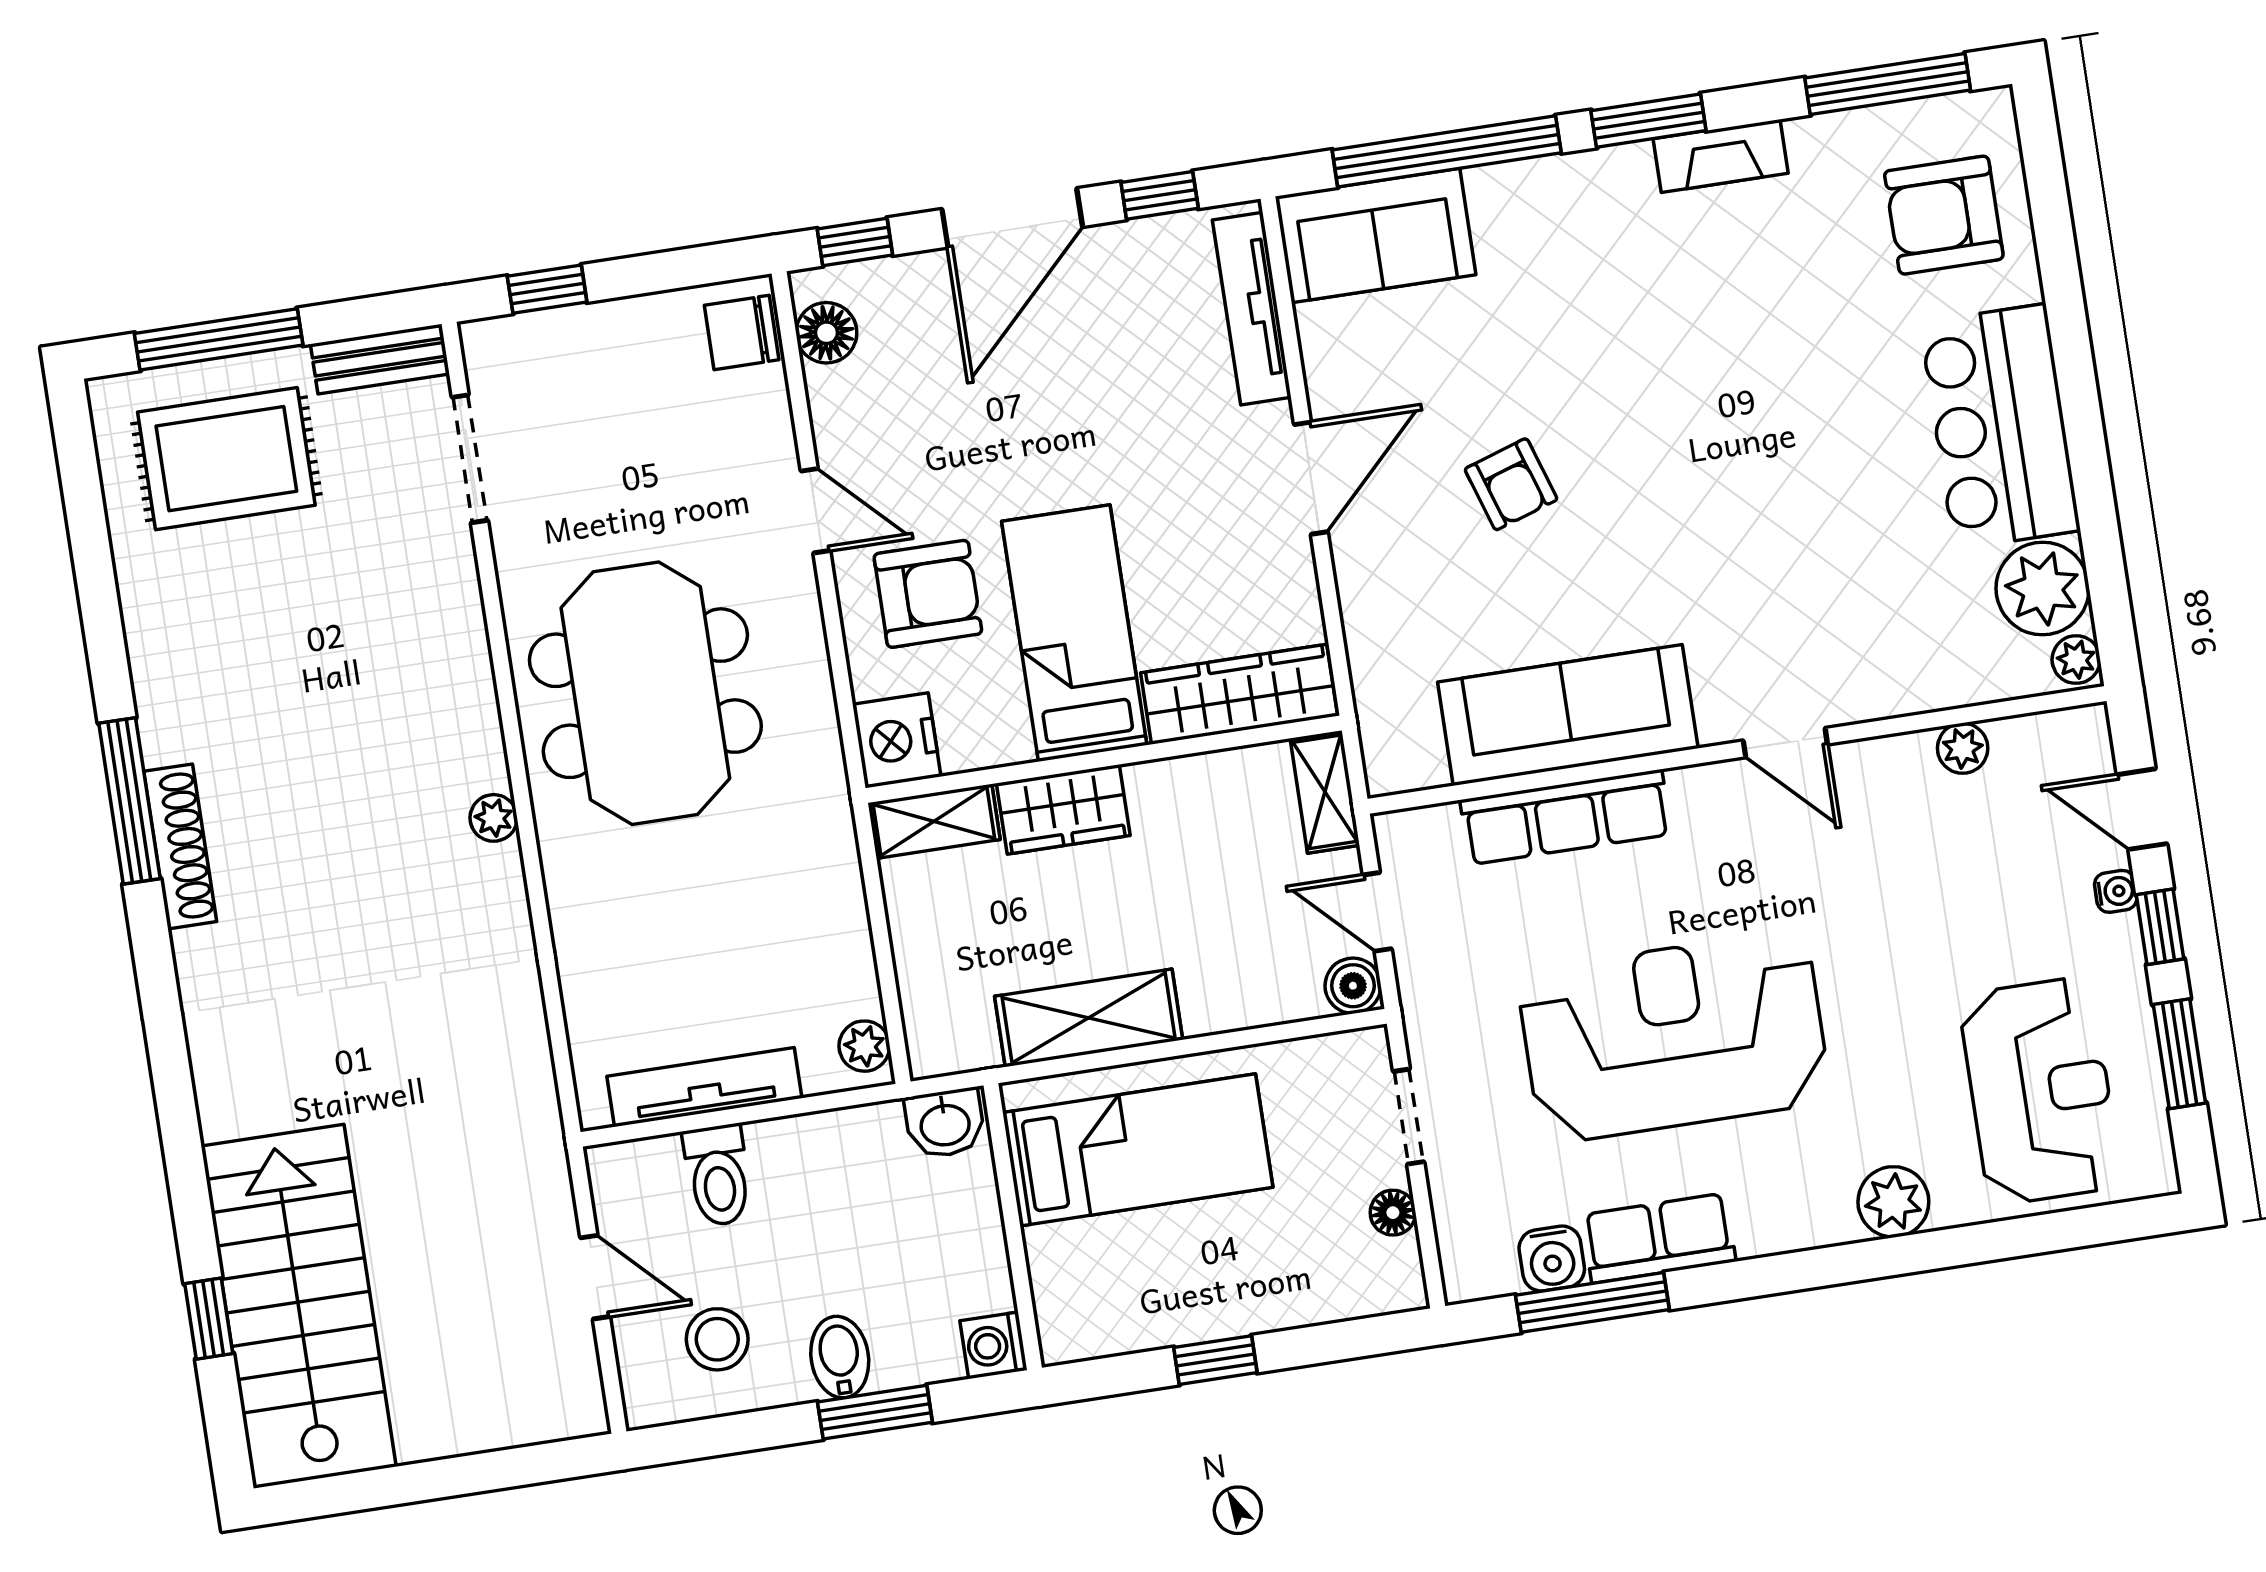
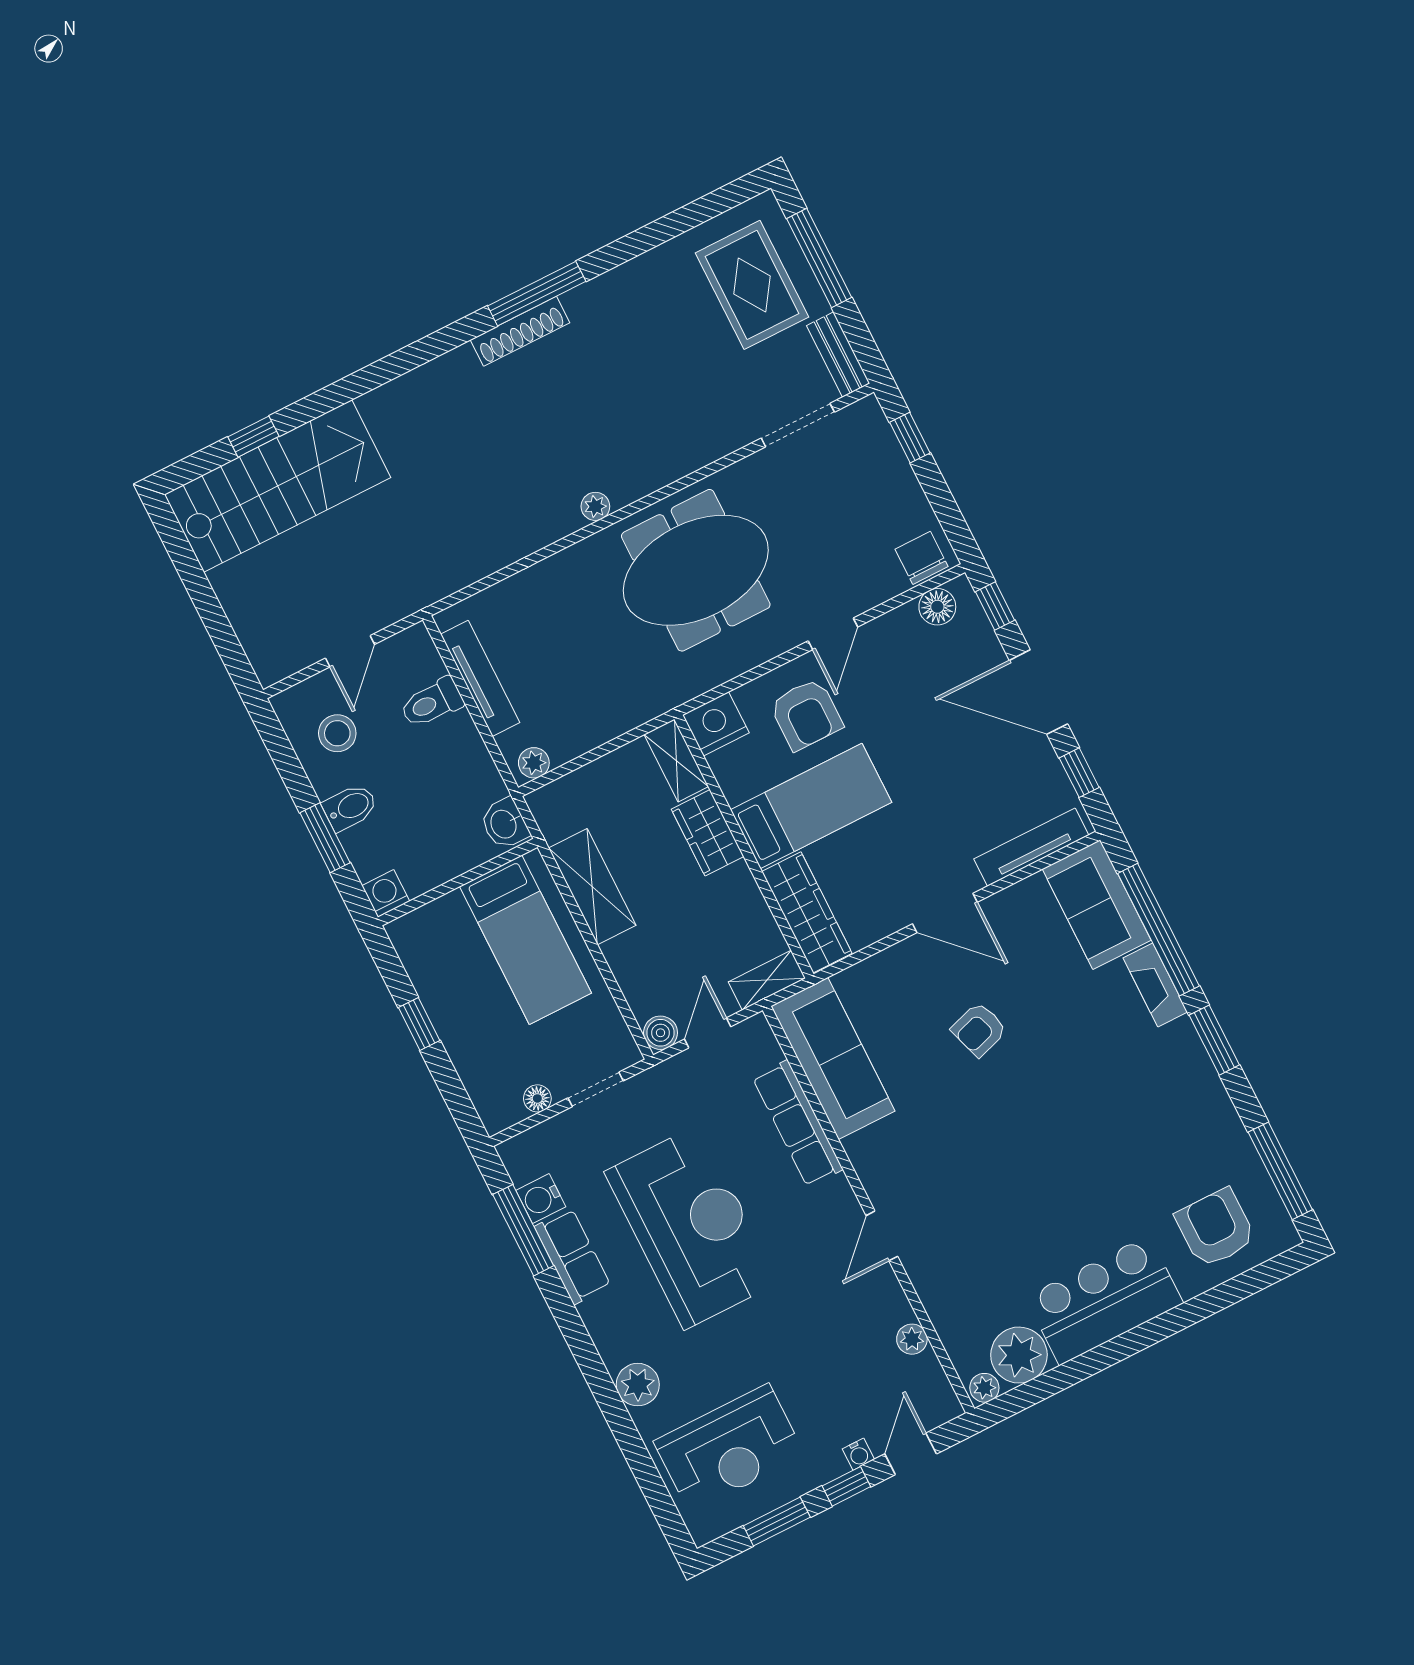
fireplace: (1721, 156) -> (1155, 985), moved
sofa: (1568, 715) -> (833, 1058), moved

